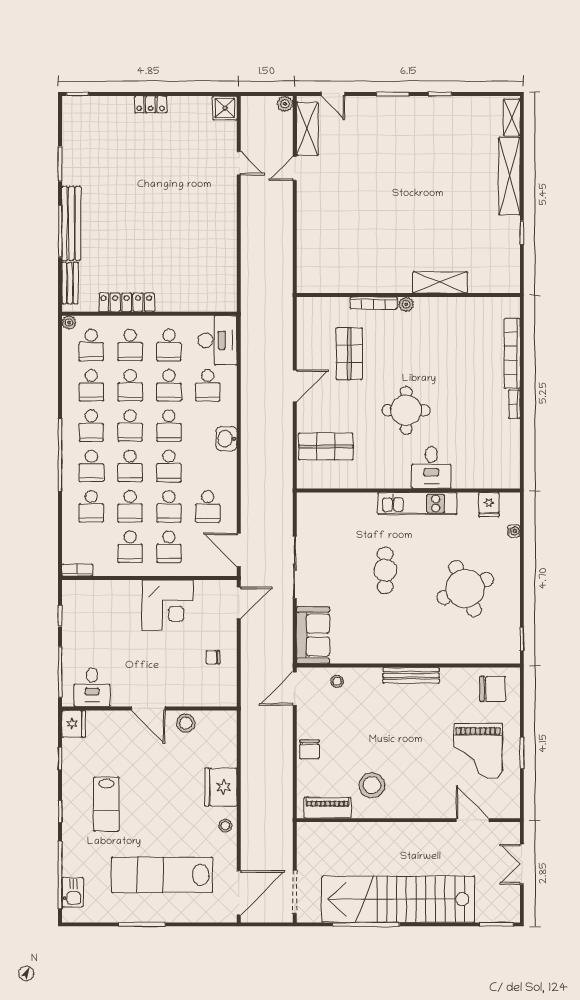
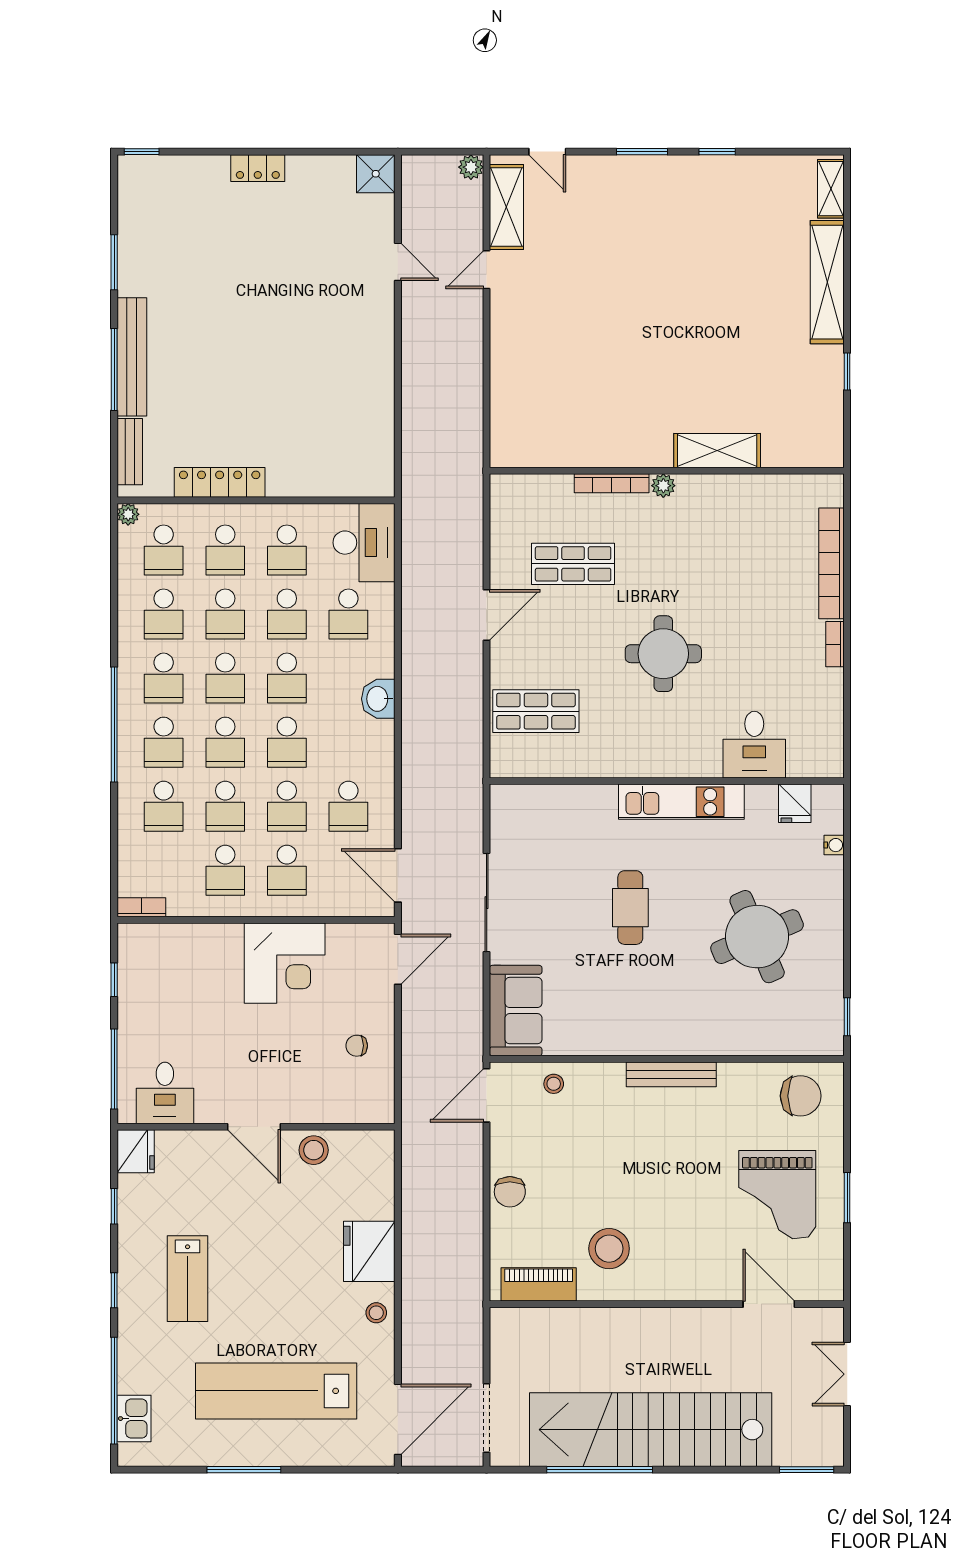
shop shelf: (349, 354) -> (573, 564), turned 90
desk: (431, 468) -> (754, 745), moved

